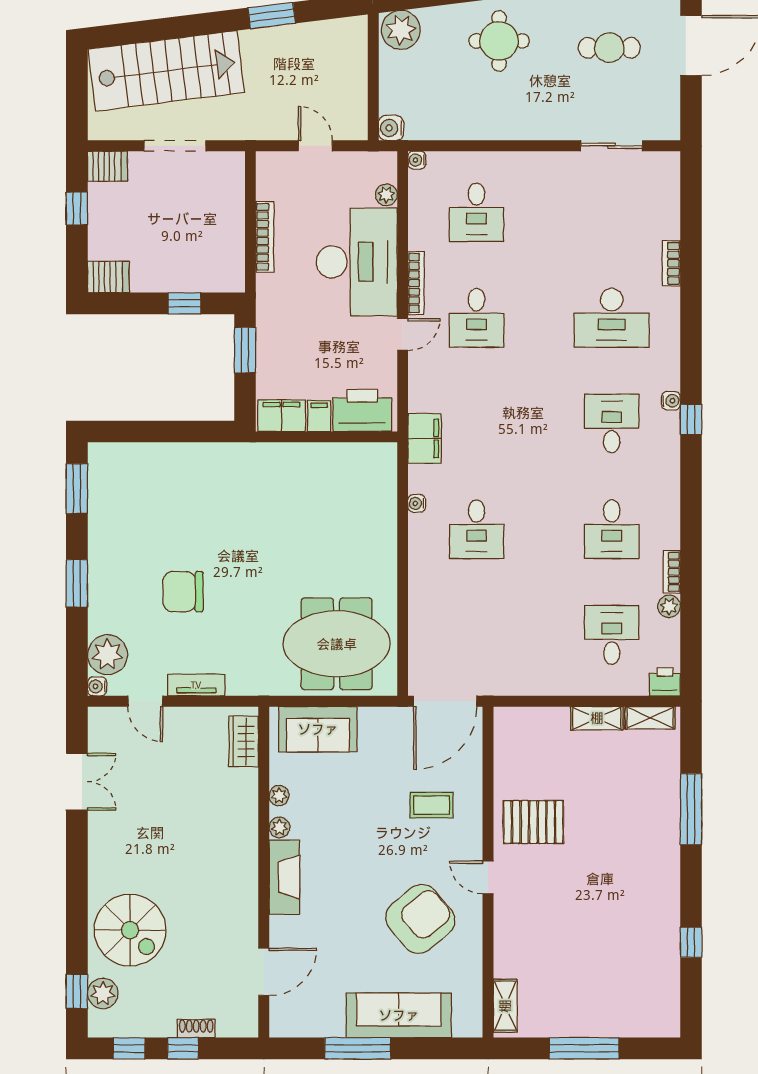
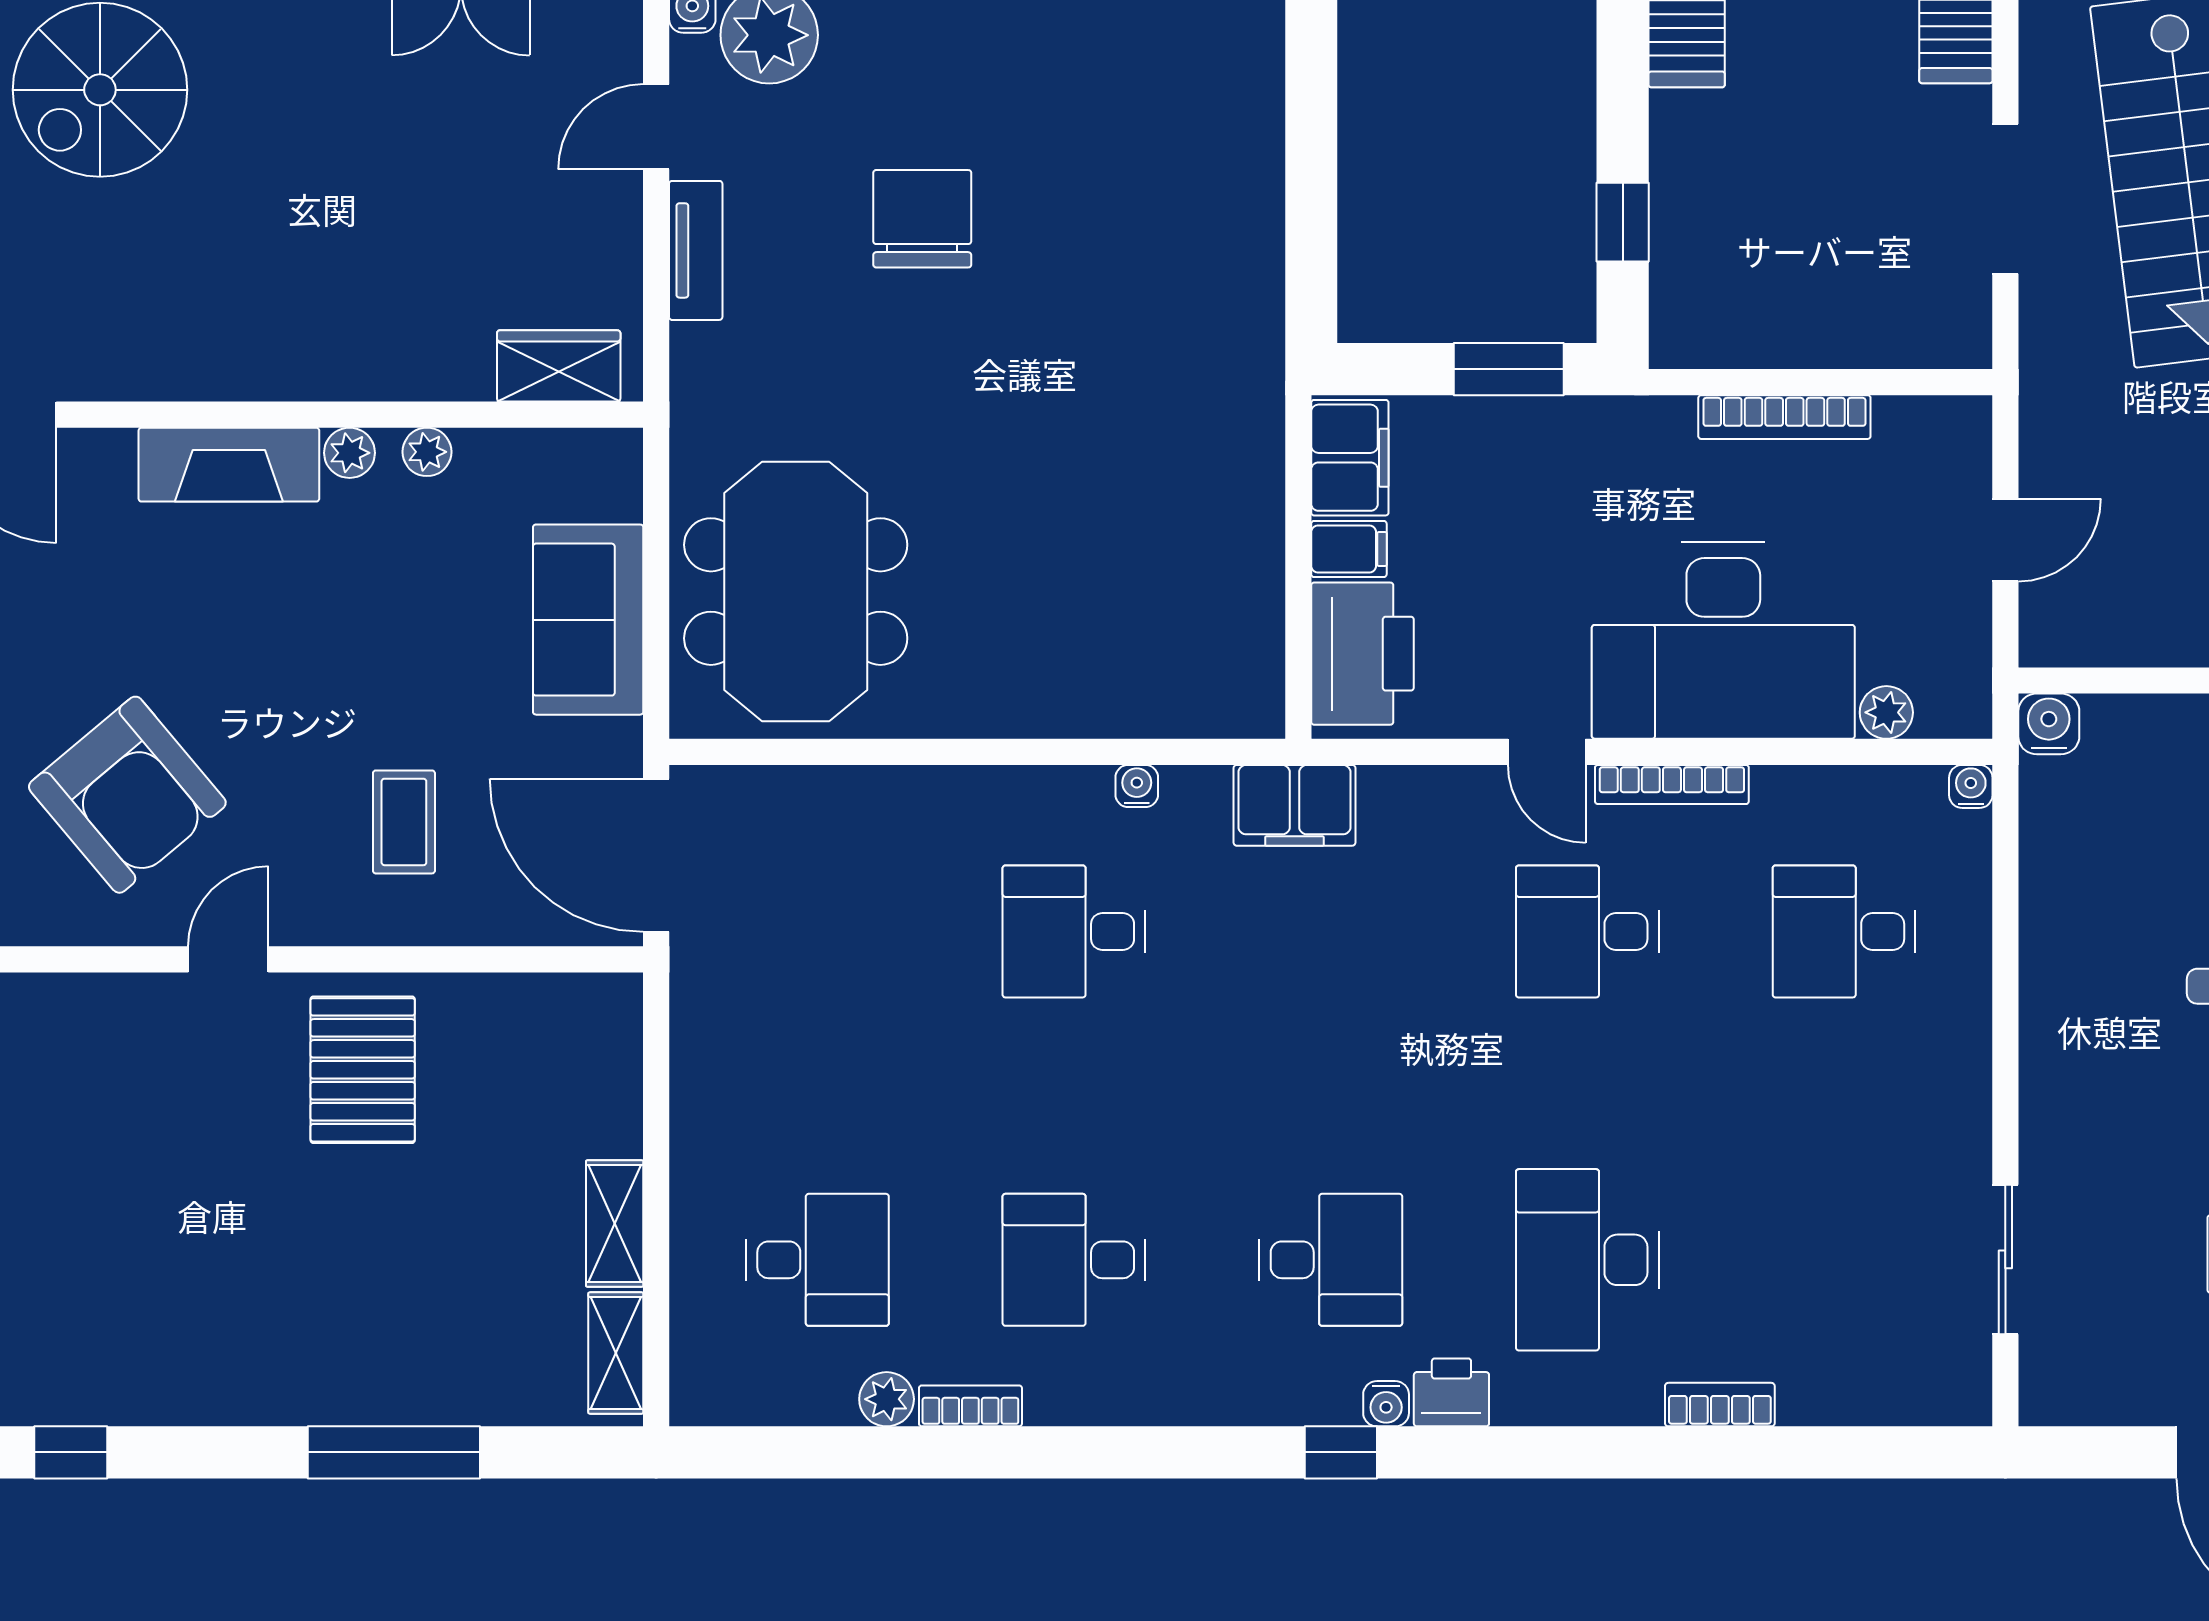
printer: (665, 682) -> (1451, 1392), moved, turned -90
sofa: (318, 729) -> (588, 620), moved

